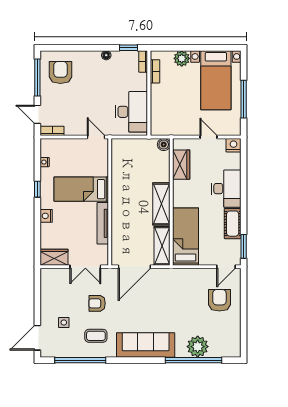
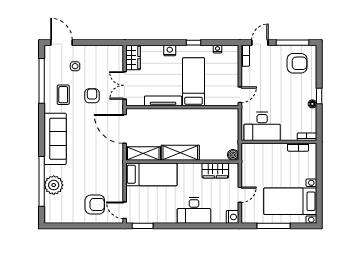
window: (129, 48) -> (319, 96), moved
plant: (182, 58) -> (310, 171), removed
cot: (233, 224) -> (163, 216), removed

